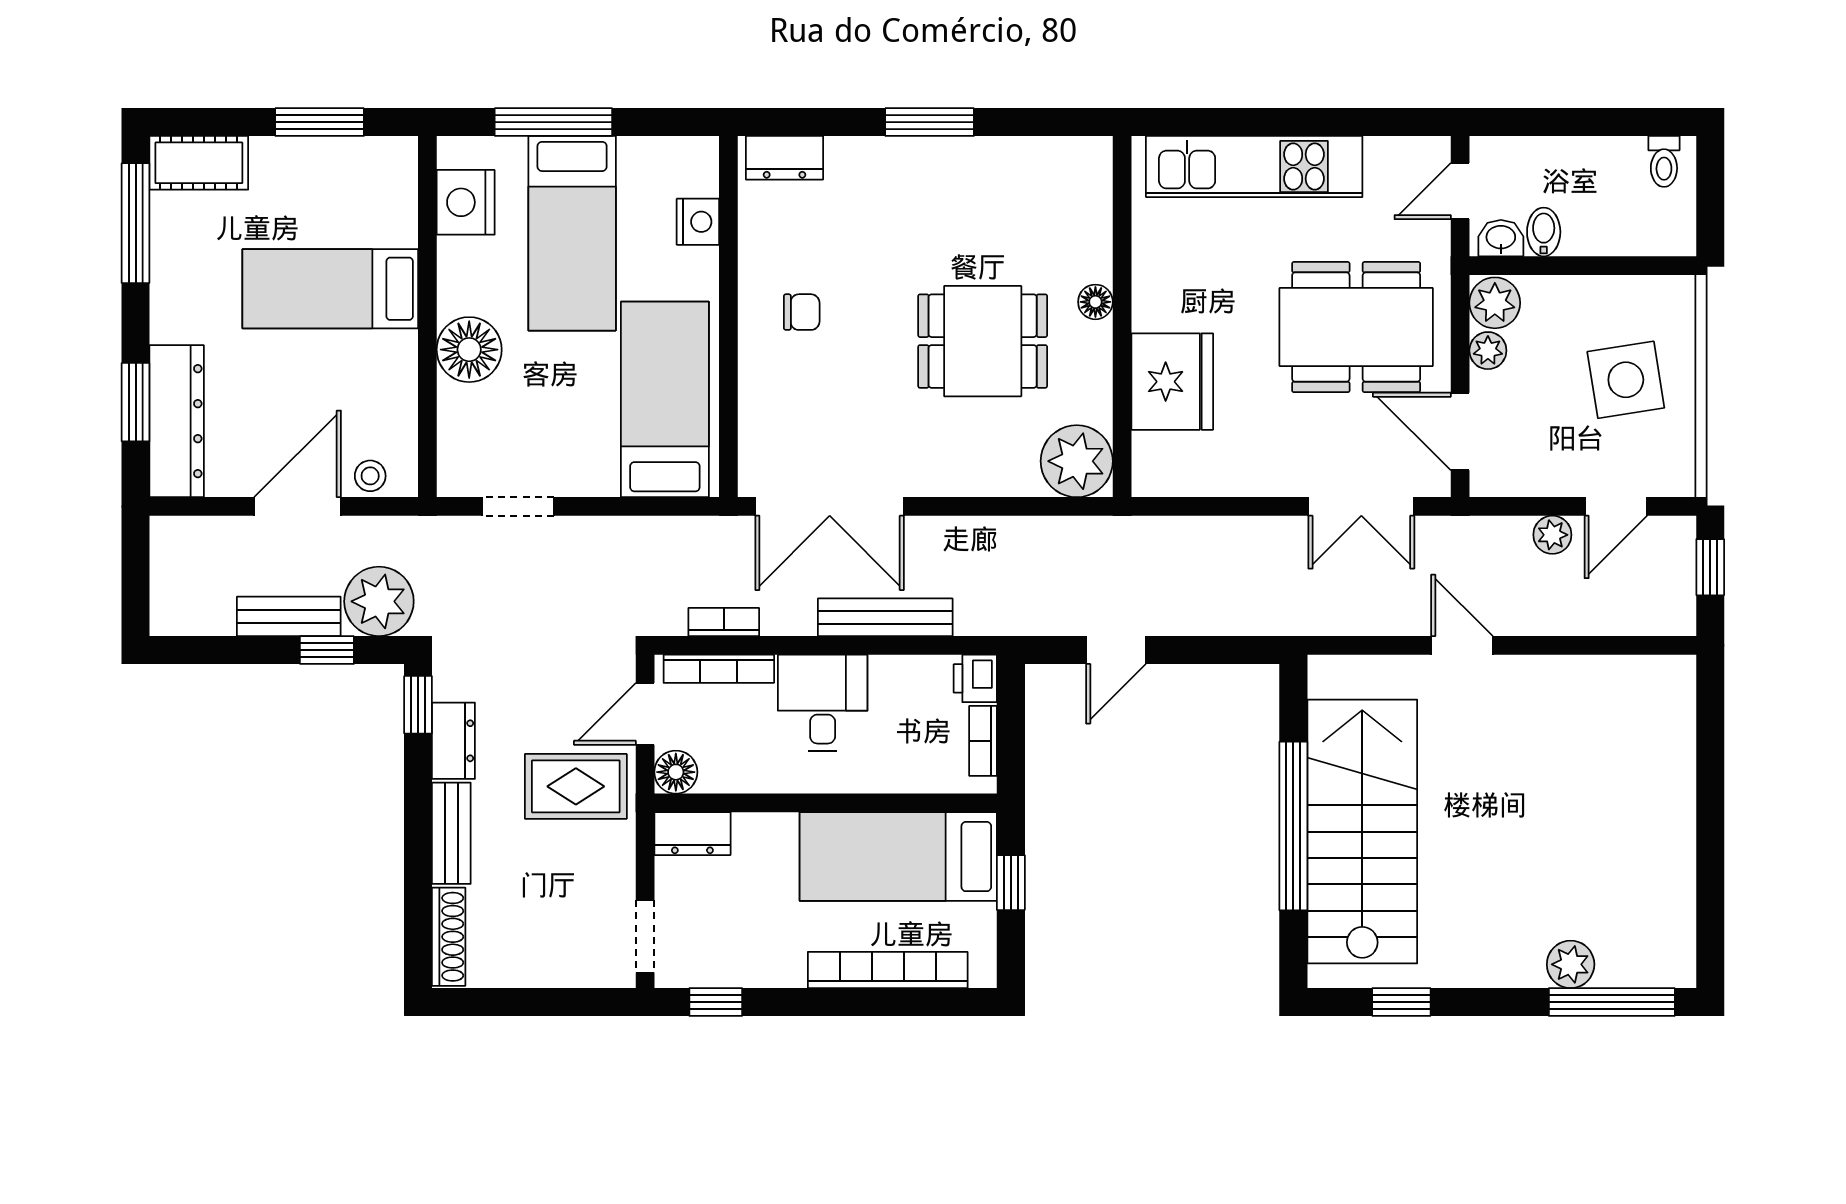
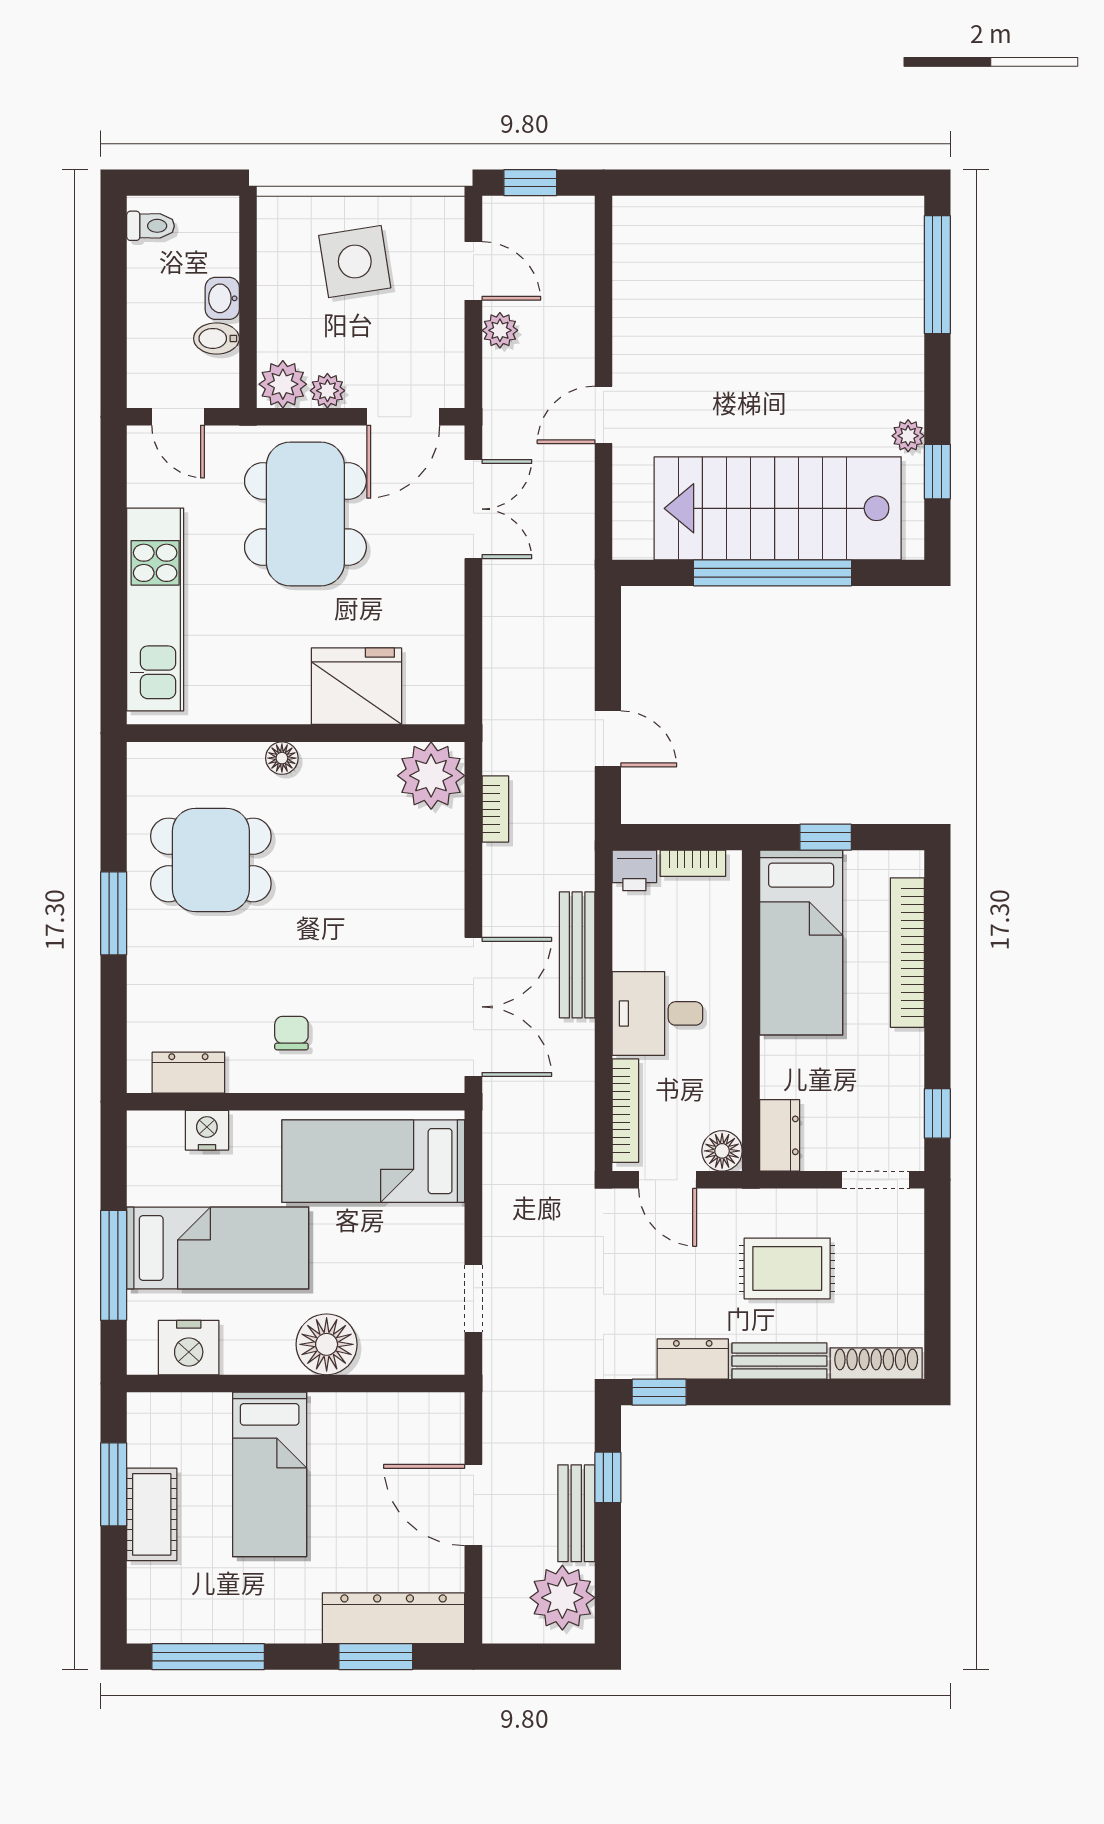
dresser: (784, 158) -> (188, 1073), moved, turned -90
cot: (199, 163) -> (152, 1514), moved
washbasin: (1501, 238) -> (222, 298), moved
dining table: (983, 341) -> (211, 860), moved, turned 90
stool: (370, 476) -> (445, 1437), removed
plant: (379, 601) -> (562, 1598), moved
bookcase: (724, 622) -> (495, 809), moved, turned 180
rug: (576, 786) -> (787, 1268), moved, turned 90
plant: (1571, 964) -> (908, 436), moved, width x0.73, depth x0.73

